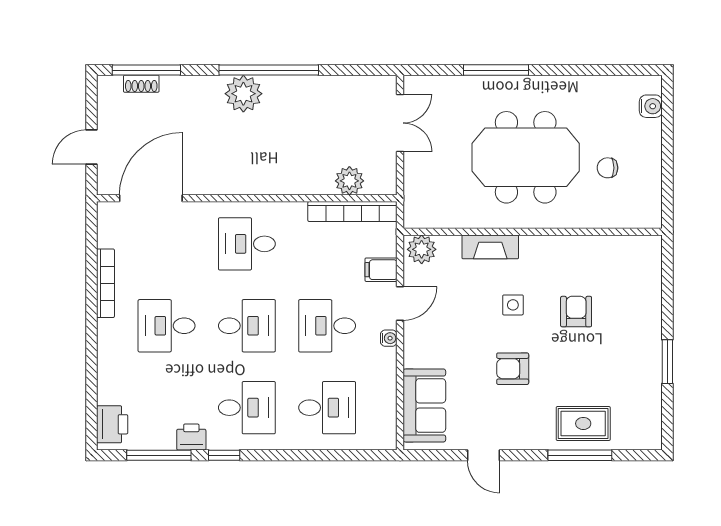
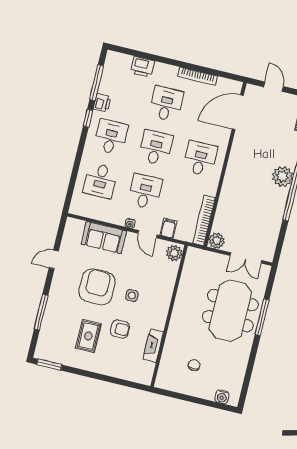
meeting table: (526, 157) -> (230, 311), moved
plant: (349, 181) -> (217, 241), moved
door: (151, 198) -> (238, 112), swing flipped
fireplace: (490, 247) -> (153, 346), moved
desk: (247, 326) -> (156, 148), turned 180
window: (667, 362) -> (49, 365), moved
armchair: (513, 369) -> (97, 287), width x1.88, depth x1.88
sofa: (424, 405) -> (104, 238), moved
desk: (247, 408) -> (111, 137), turned 180
rug: (583, 423) -> (88, 336), moved
printer: (112, 424) -> (143, 67), moved

